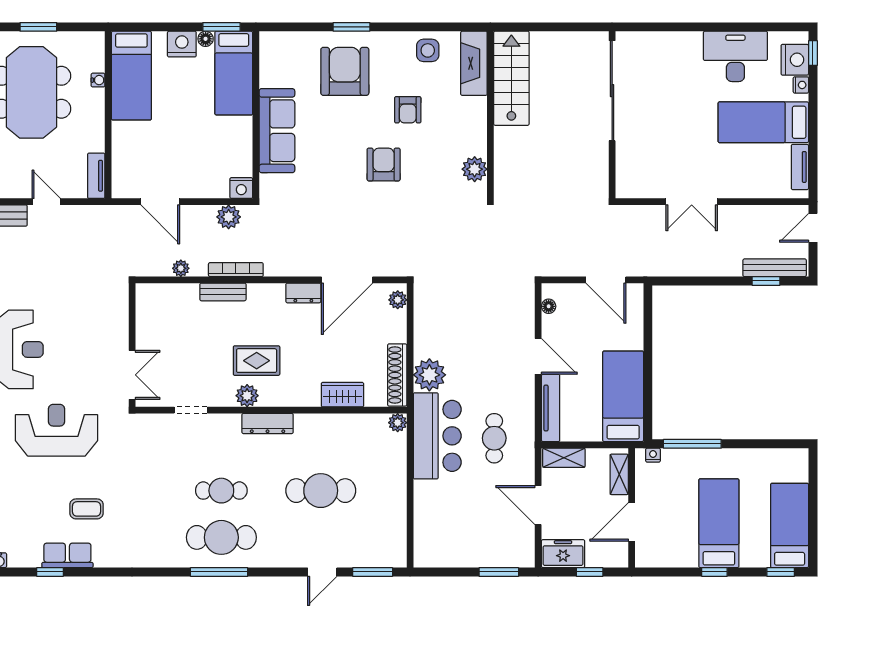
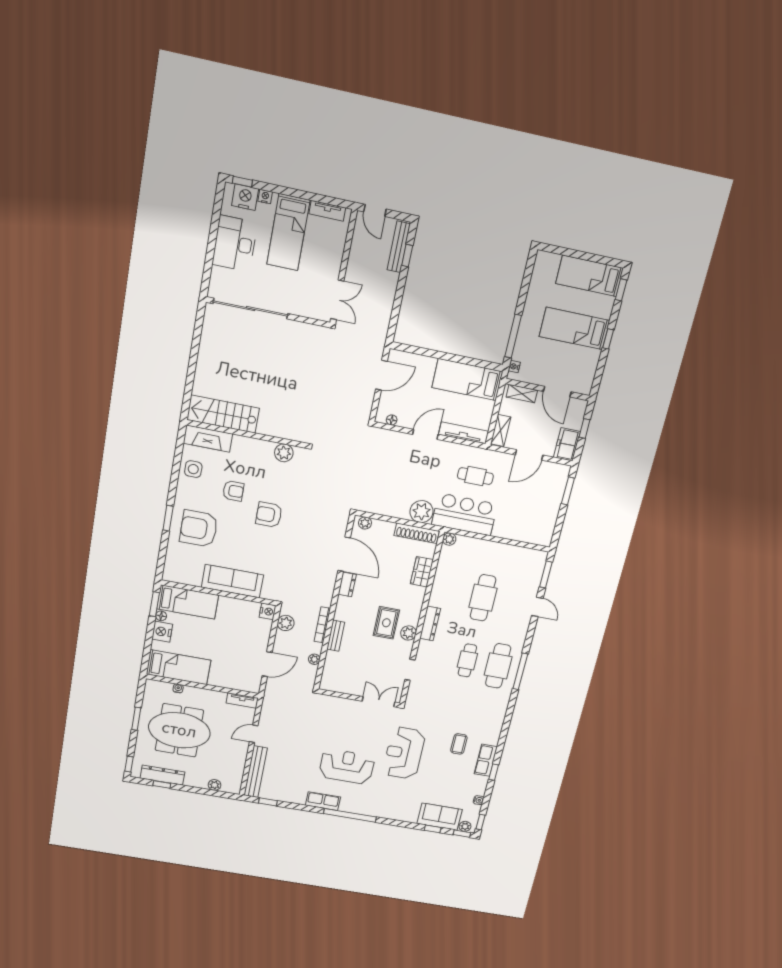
sliding door: (612, 91) -> (251, 309), moved
wall: (612, 115) -> (268, 312), moved

